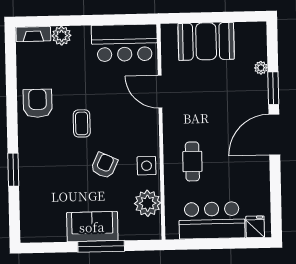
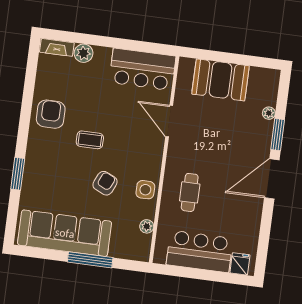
coffee table: (82, 123) -> (90, 140), turned 90
plant: (148, 203) -> (147, 226), width x0.53, depth x0.53
sofa: (92, 227) -> (65, 233), width x1.85, depth x1.27

